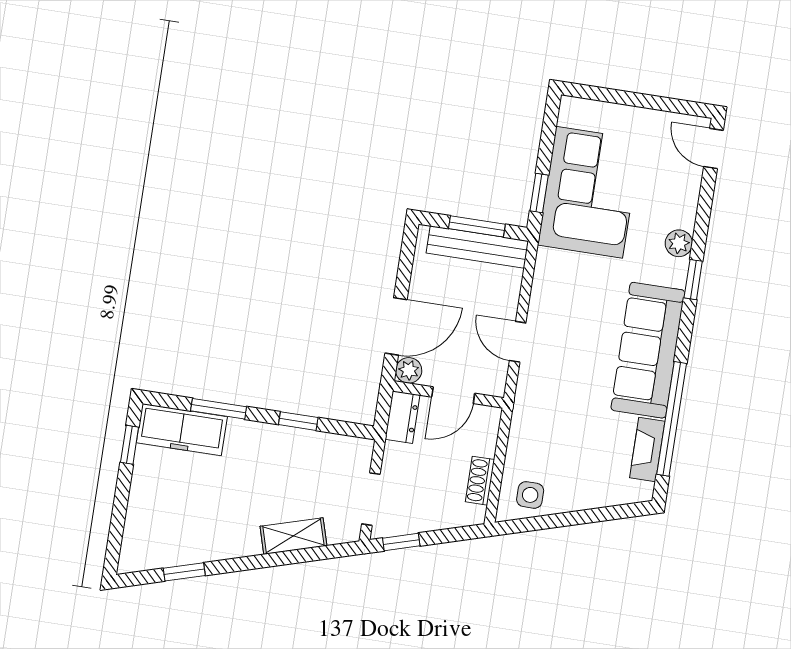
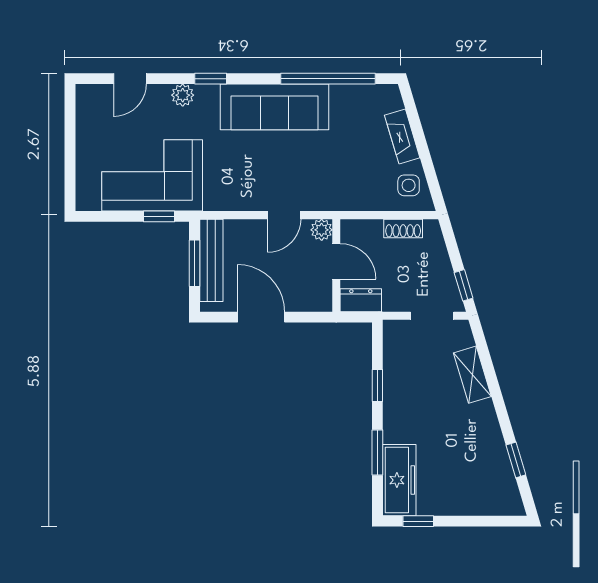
door: (714, 148) -> (130, 79), moved
door: (396, 326) -> (261, 317), moved
plant: (409, 370) -> (322, 230), moved
fireplace: (647, 449) -> (402, 136), moved, turned 73

